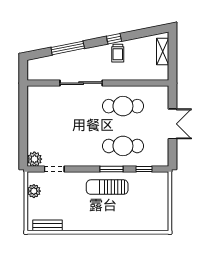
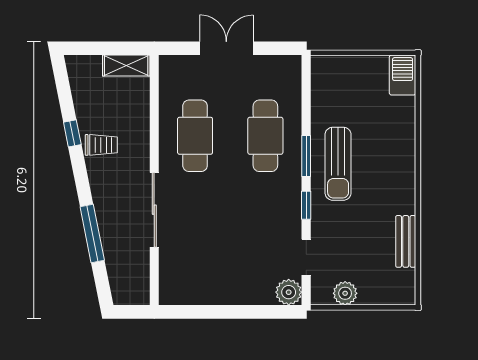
window: (114, 39) -> (72, 133), moved
shelving: (163, 52) -> (126, 66), moved
window: (144, 169) -> (306, 205), moved
barbecue: (157, 224) -> (403, 75), added
bench: (47, 225) -> (406, 241), moved

